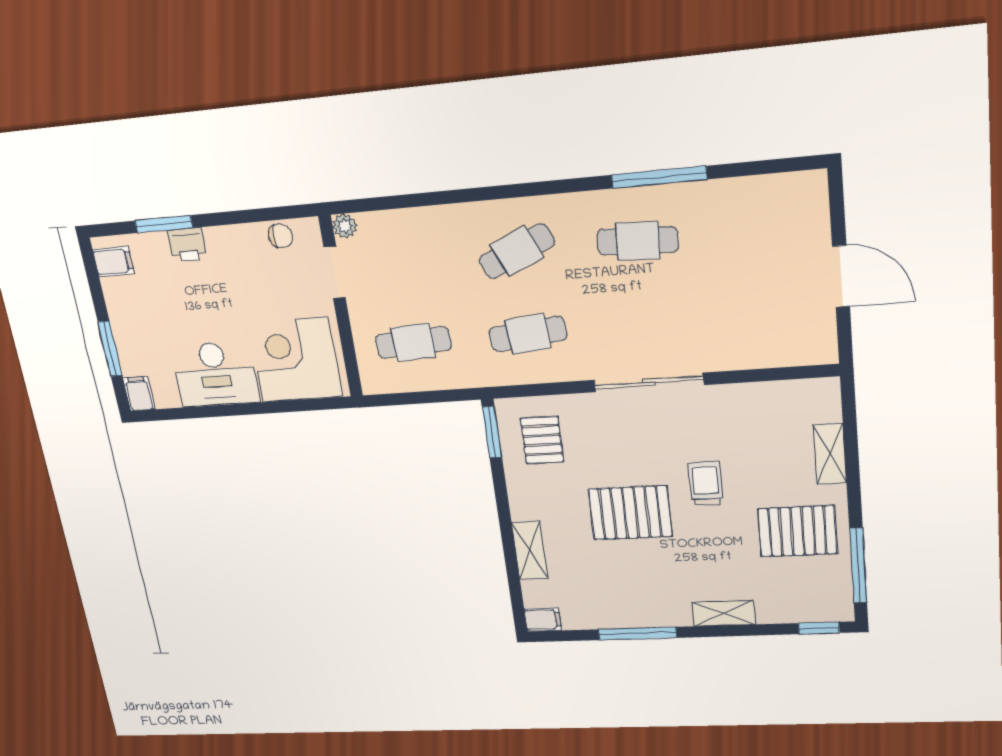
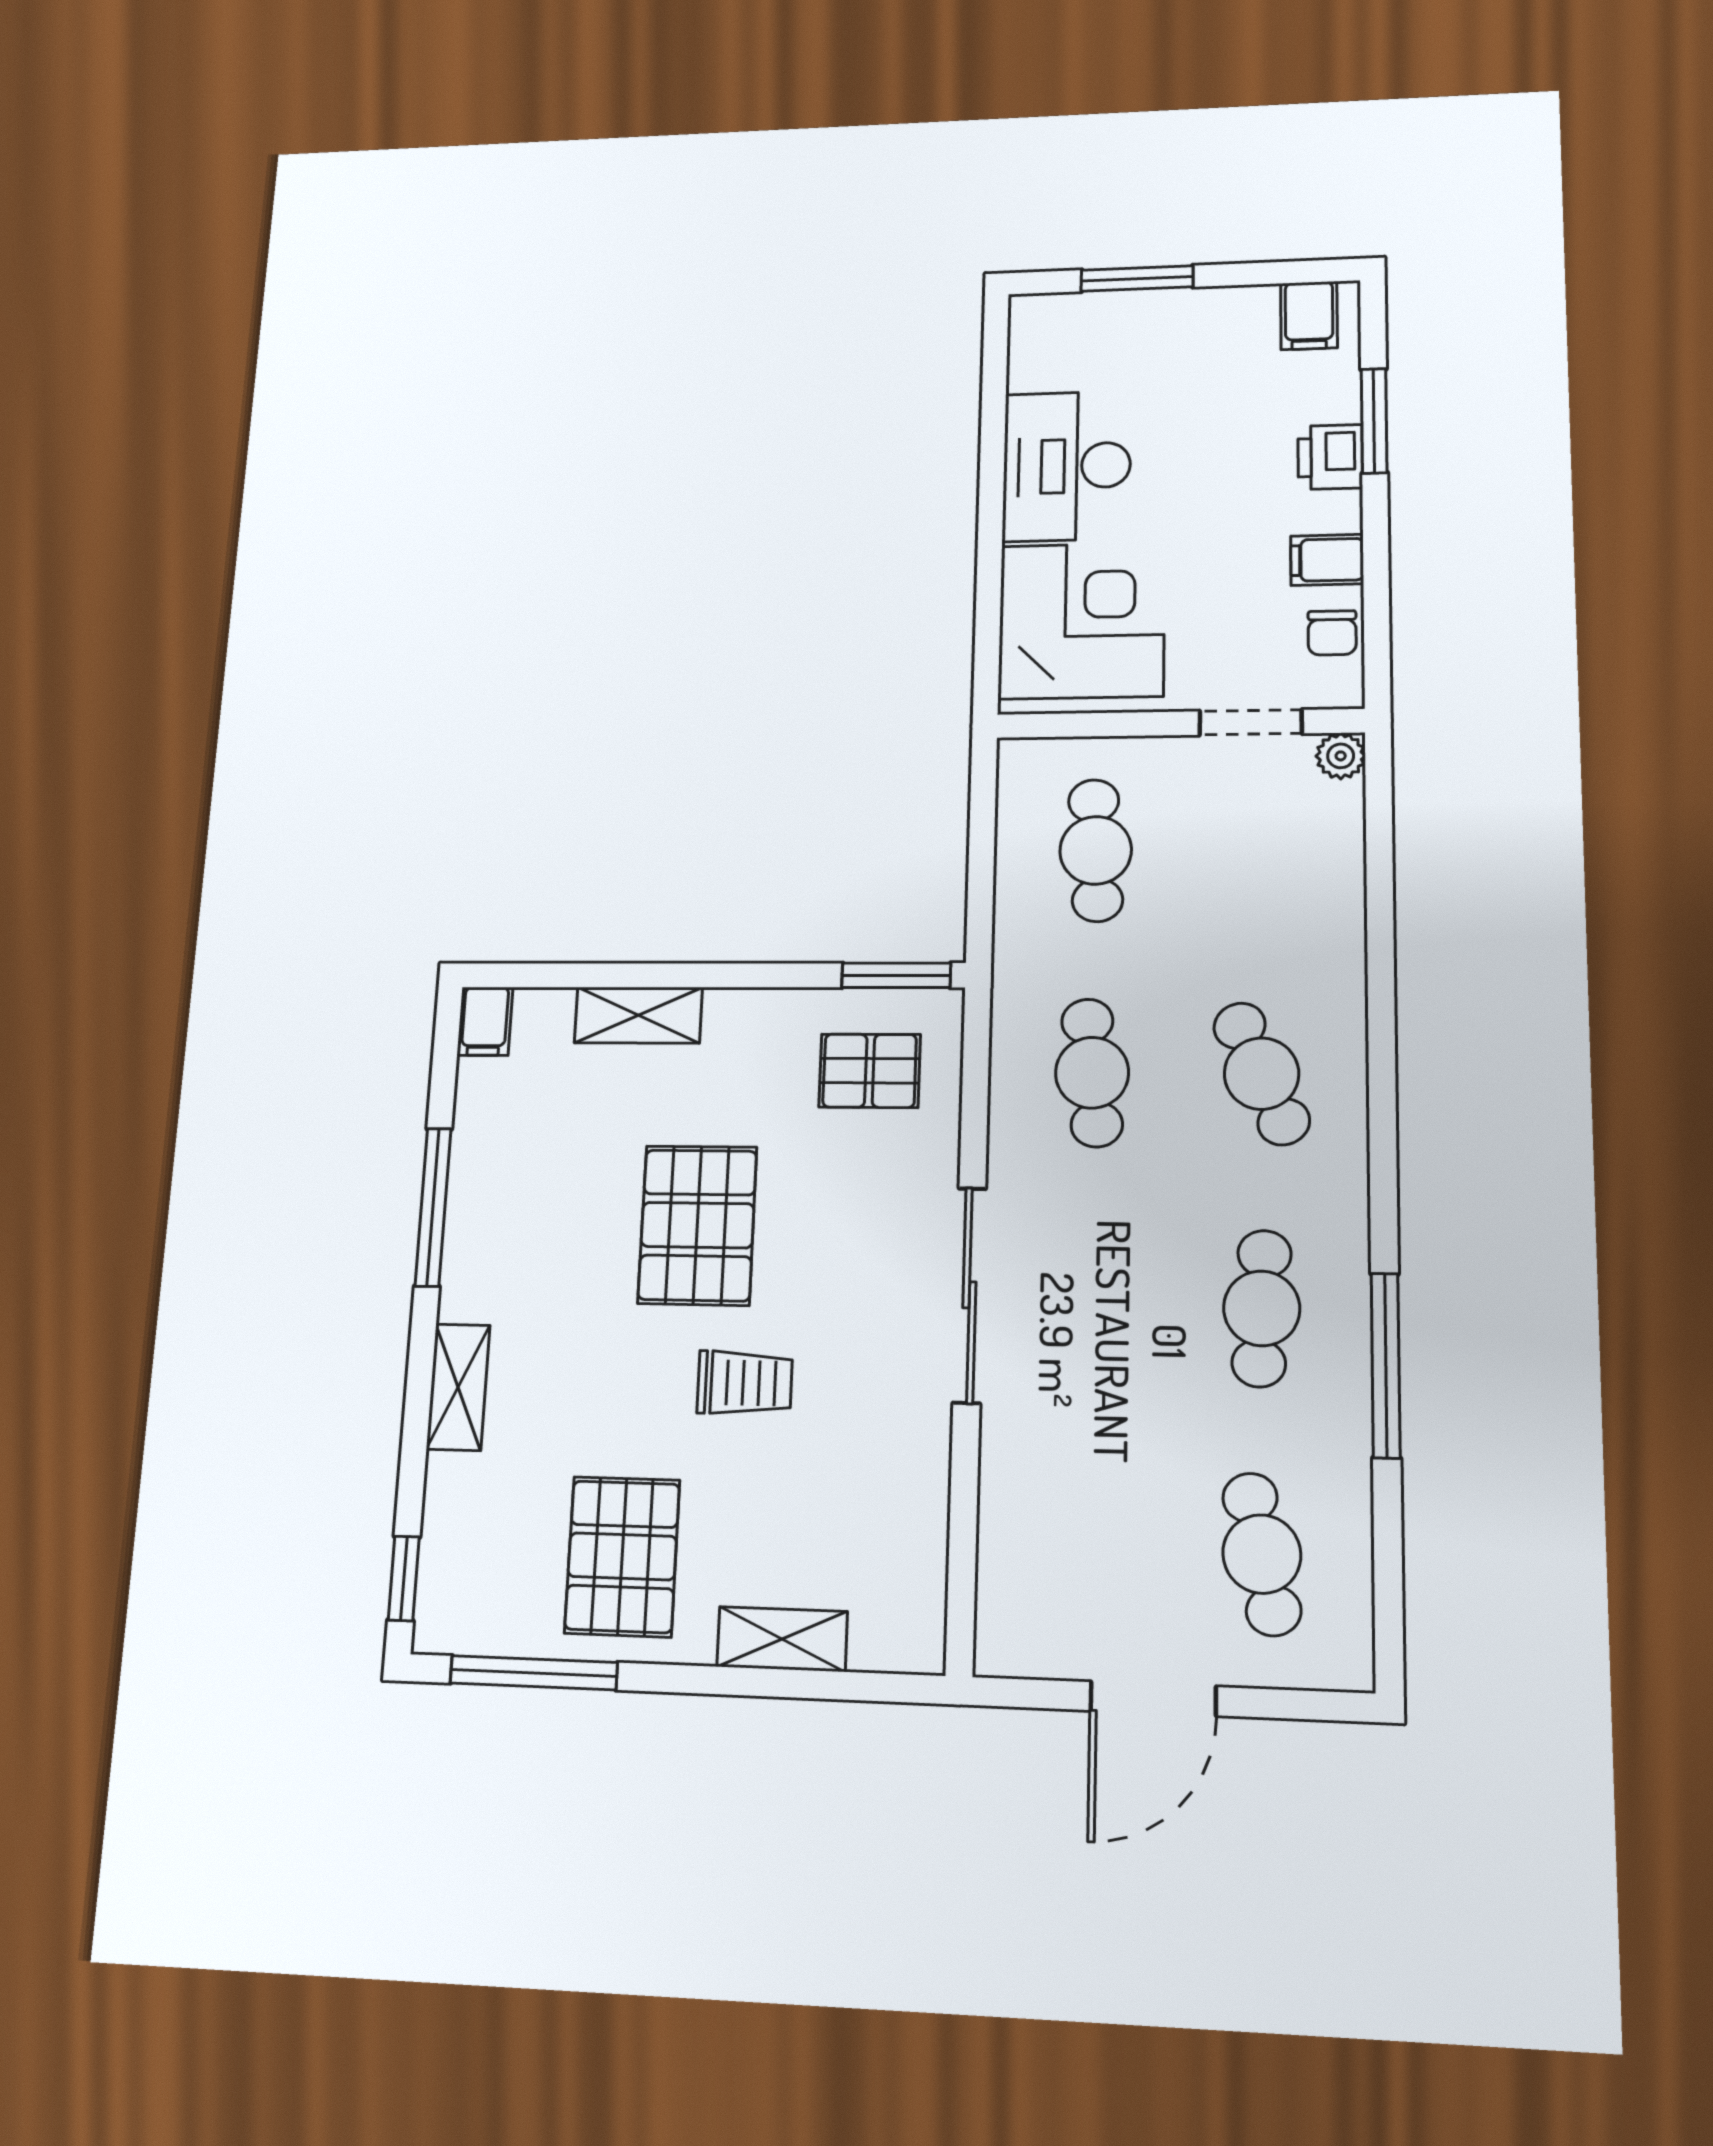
cafe table: (763, 230) -> (1262, 1554), added
filing cabinet: (139, 394) -> (1327, 560), moved, turned 180

